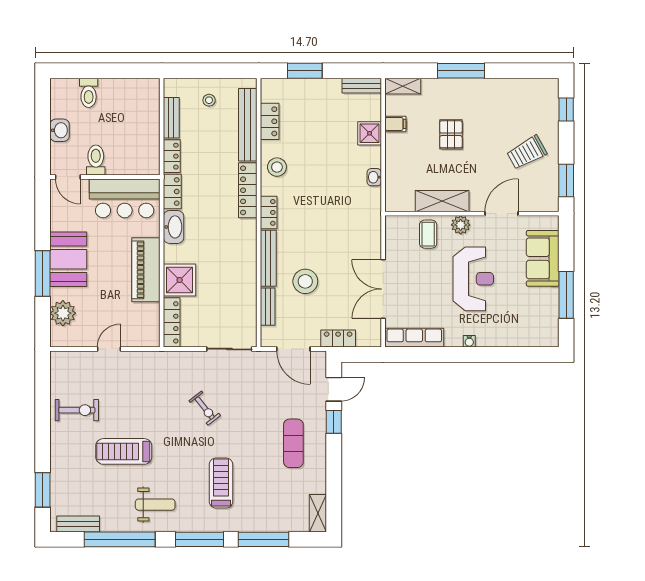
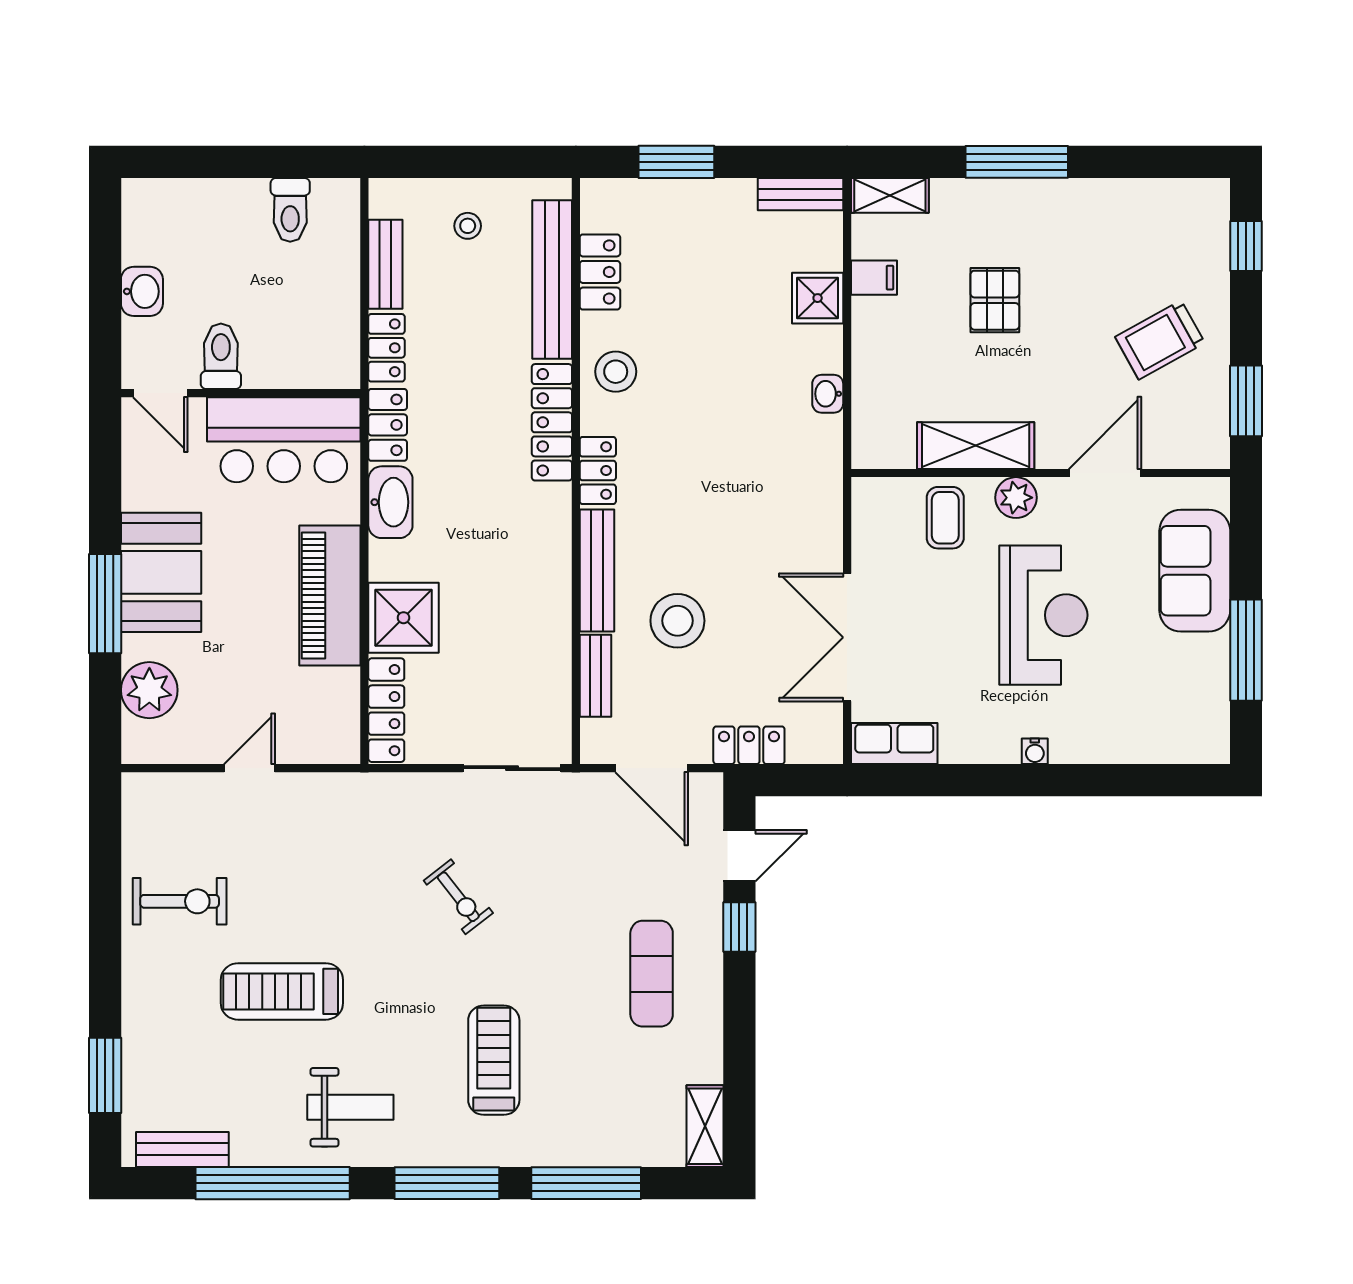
toilet: (89, 93) -> (290, 210), moved
row of seats: (414, 338) -> (894, 744), width x0.68

